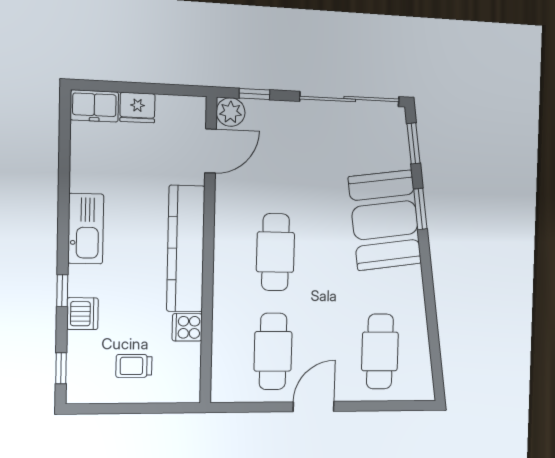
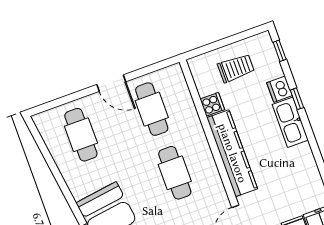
kitchen sink: (86, 229) -> (290, 122), moved
trolley: (134, 366) -> (236, 68), width x1.36, depth x1.39
door: (314, 407) -> (111, 83), hinge flipped

